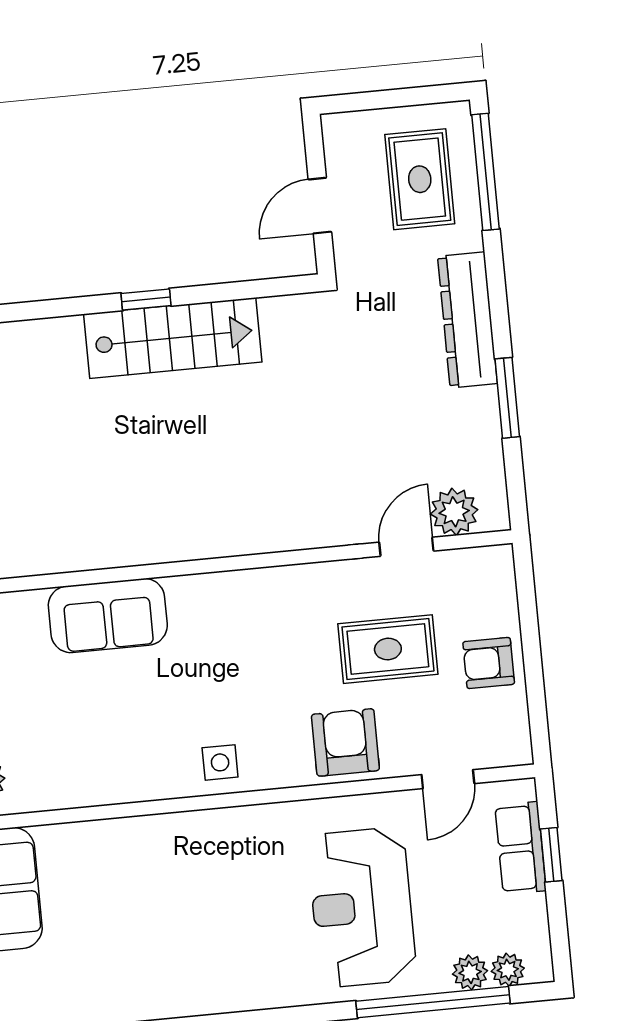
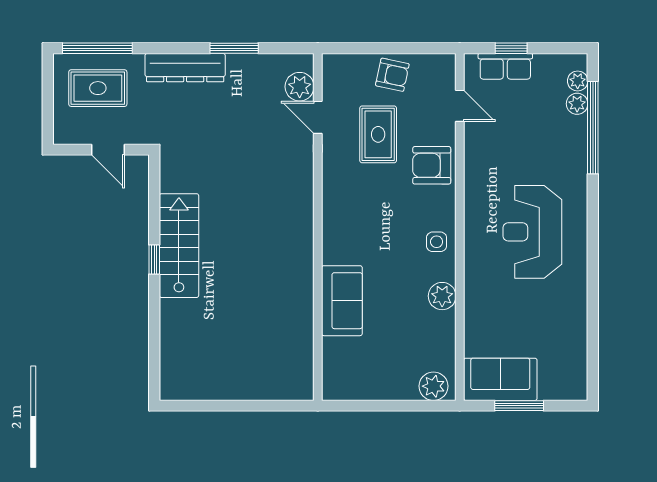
armchair: (489, 663) -> (392, 75), turned -78
plant: (131, 780) -> (442, 296), added
reception desk: (362, 907) -> (532, 232), moved, turned 90

